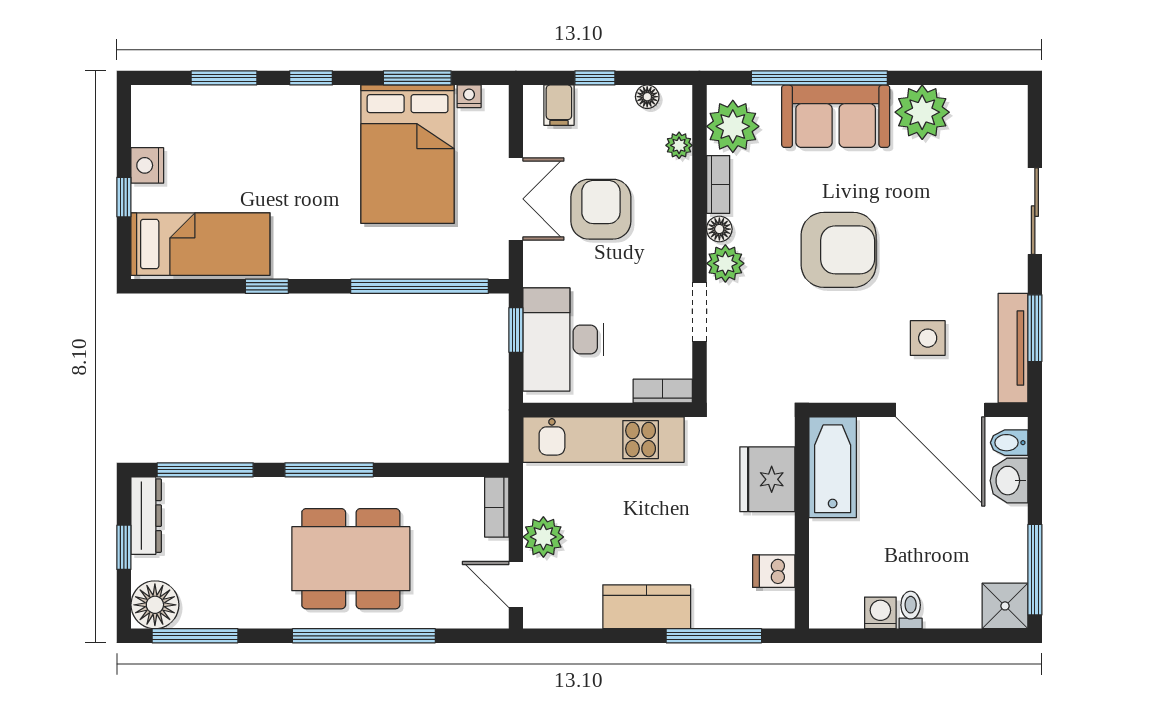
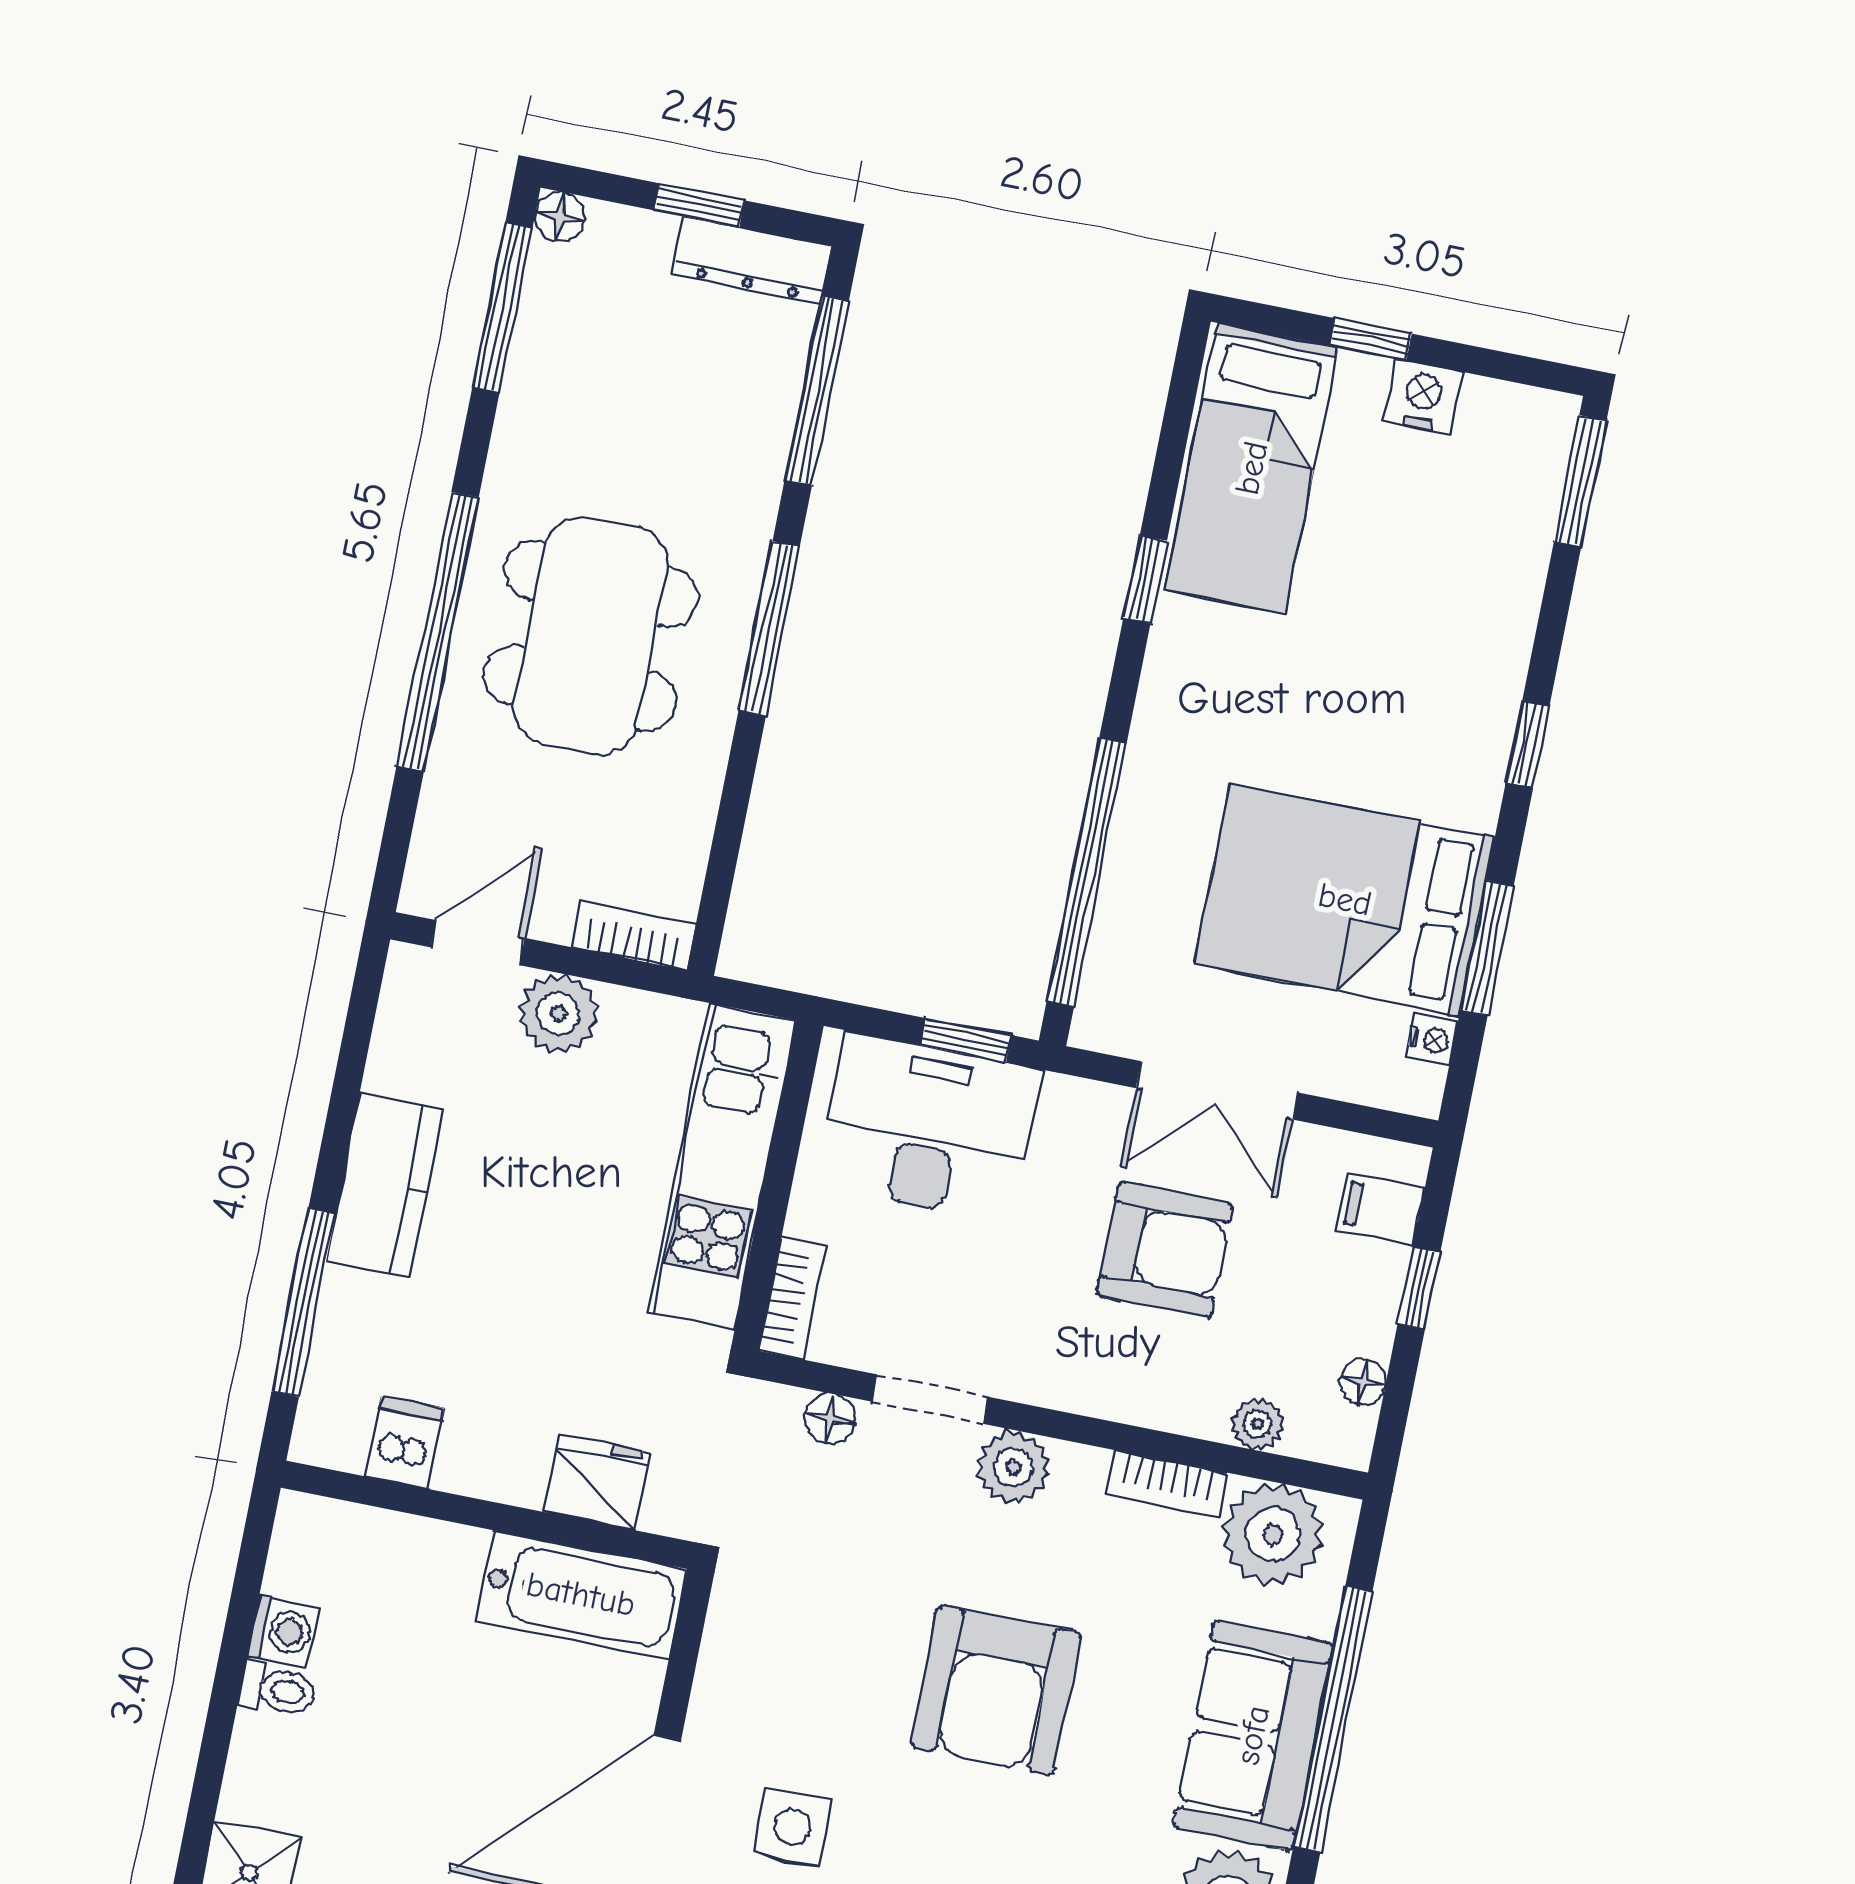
window: (224, 78) -> (1580, 481), moved
floor lamp: (719, 229) -> (830, 1419), moved
fridge: (767, 479) -> (597, 1482), width x0.73, depth x0.75
floor lamp: (155, 605) -> (560, 217), width x0.53, depth x0.53

